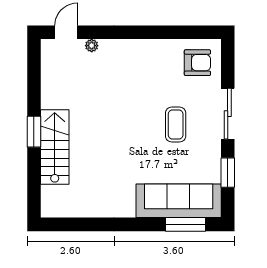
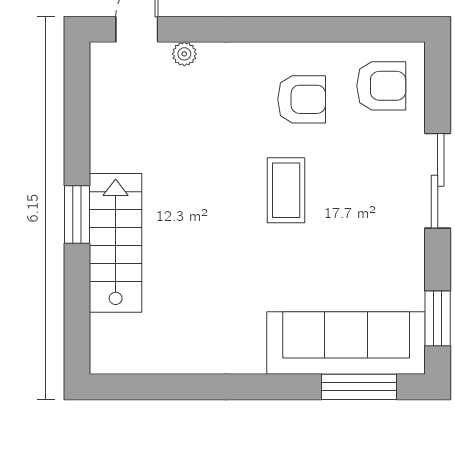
armchair: (155, 70) -> (302, 99), added
coffee table: (176, 125) -> (286, 190), moved
window: (228, 173) -> (438, 318), moved

